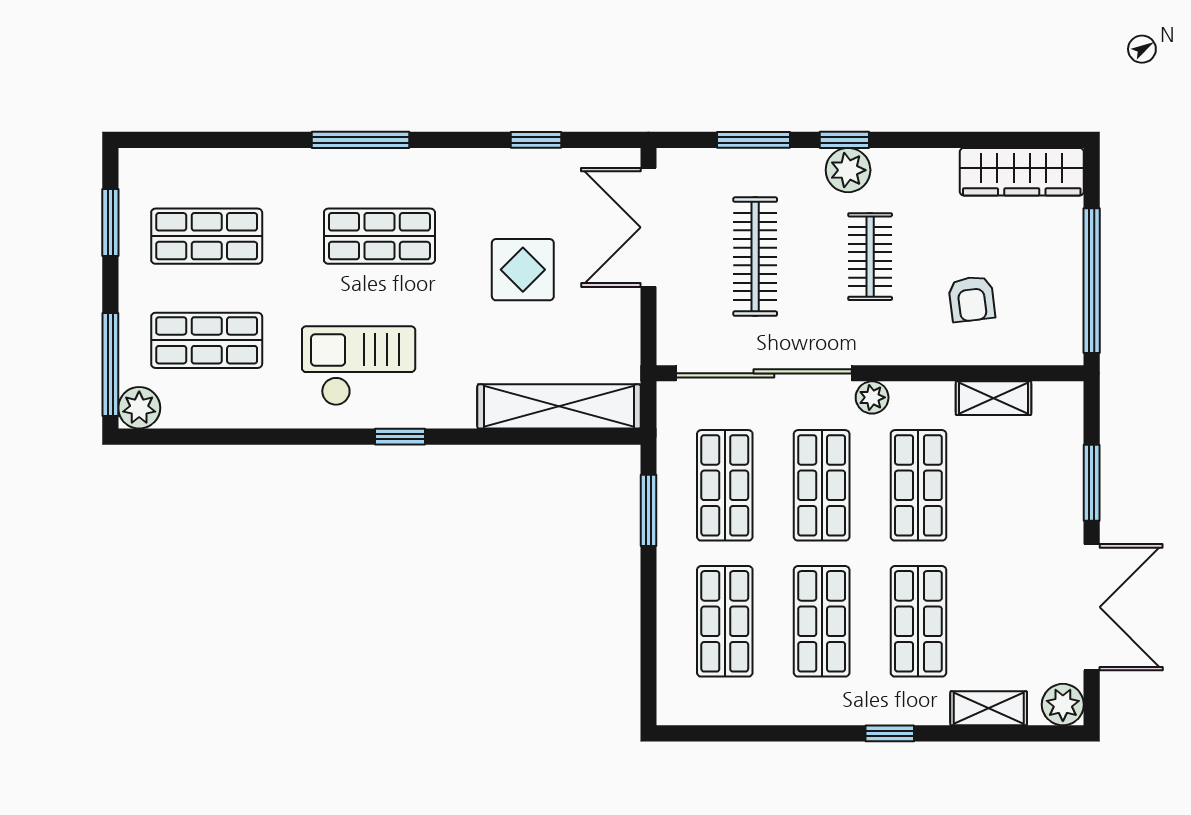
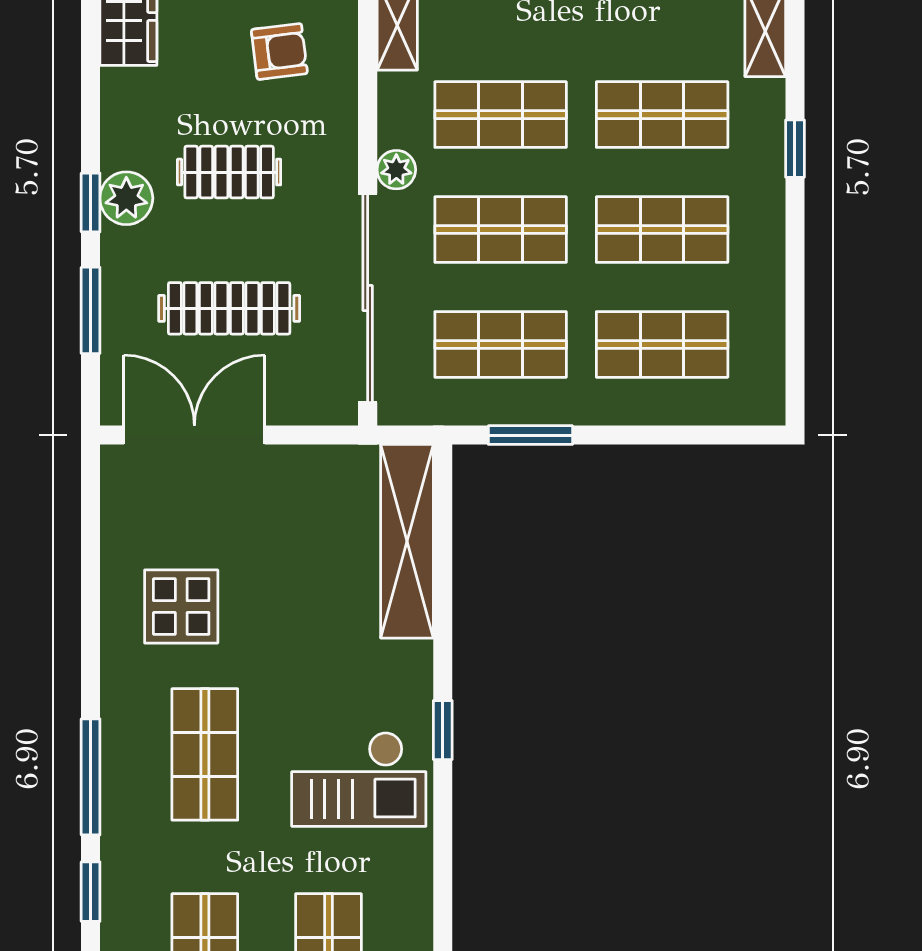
window: (536, 140) -> (91, 892), moved
double door: (648, 227) -> (194, 435), swing flipped
display table: (523, 270) -> (181, 607), moved
checkout: (359, 366) -> (359, 779), turned -90

